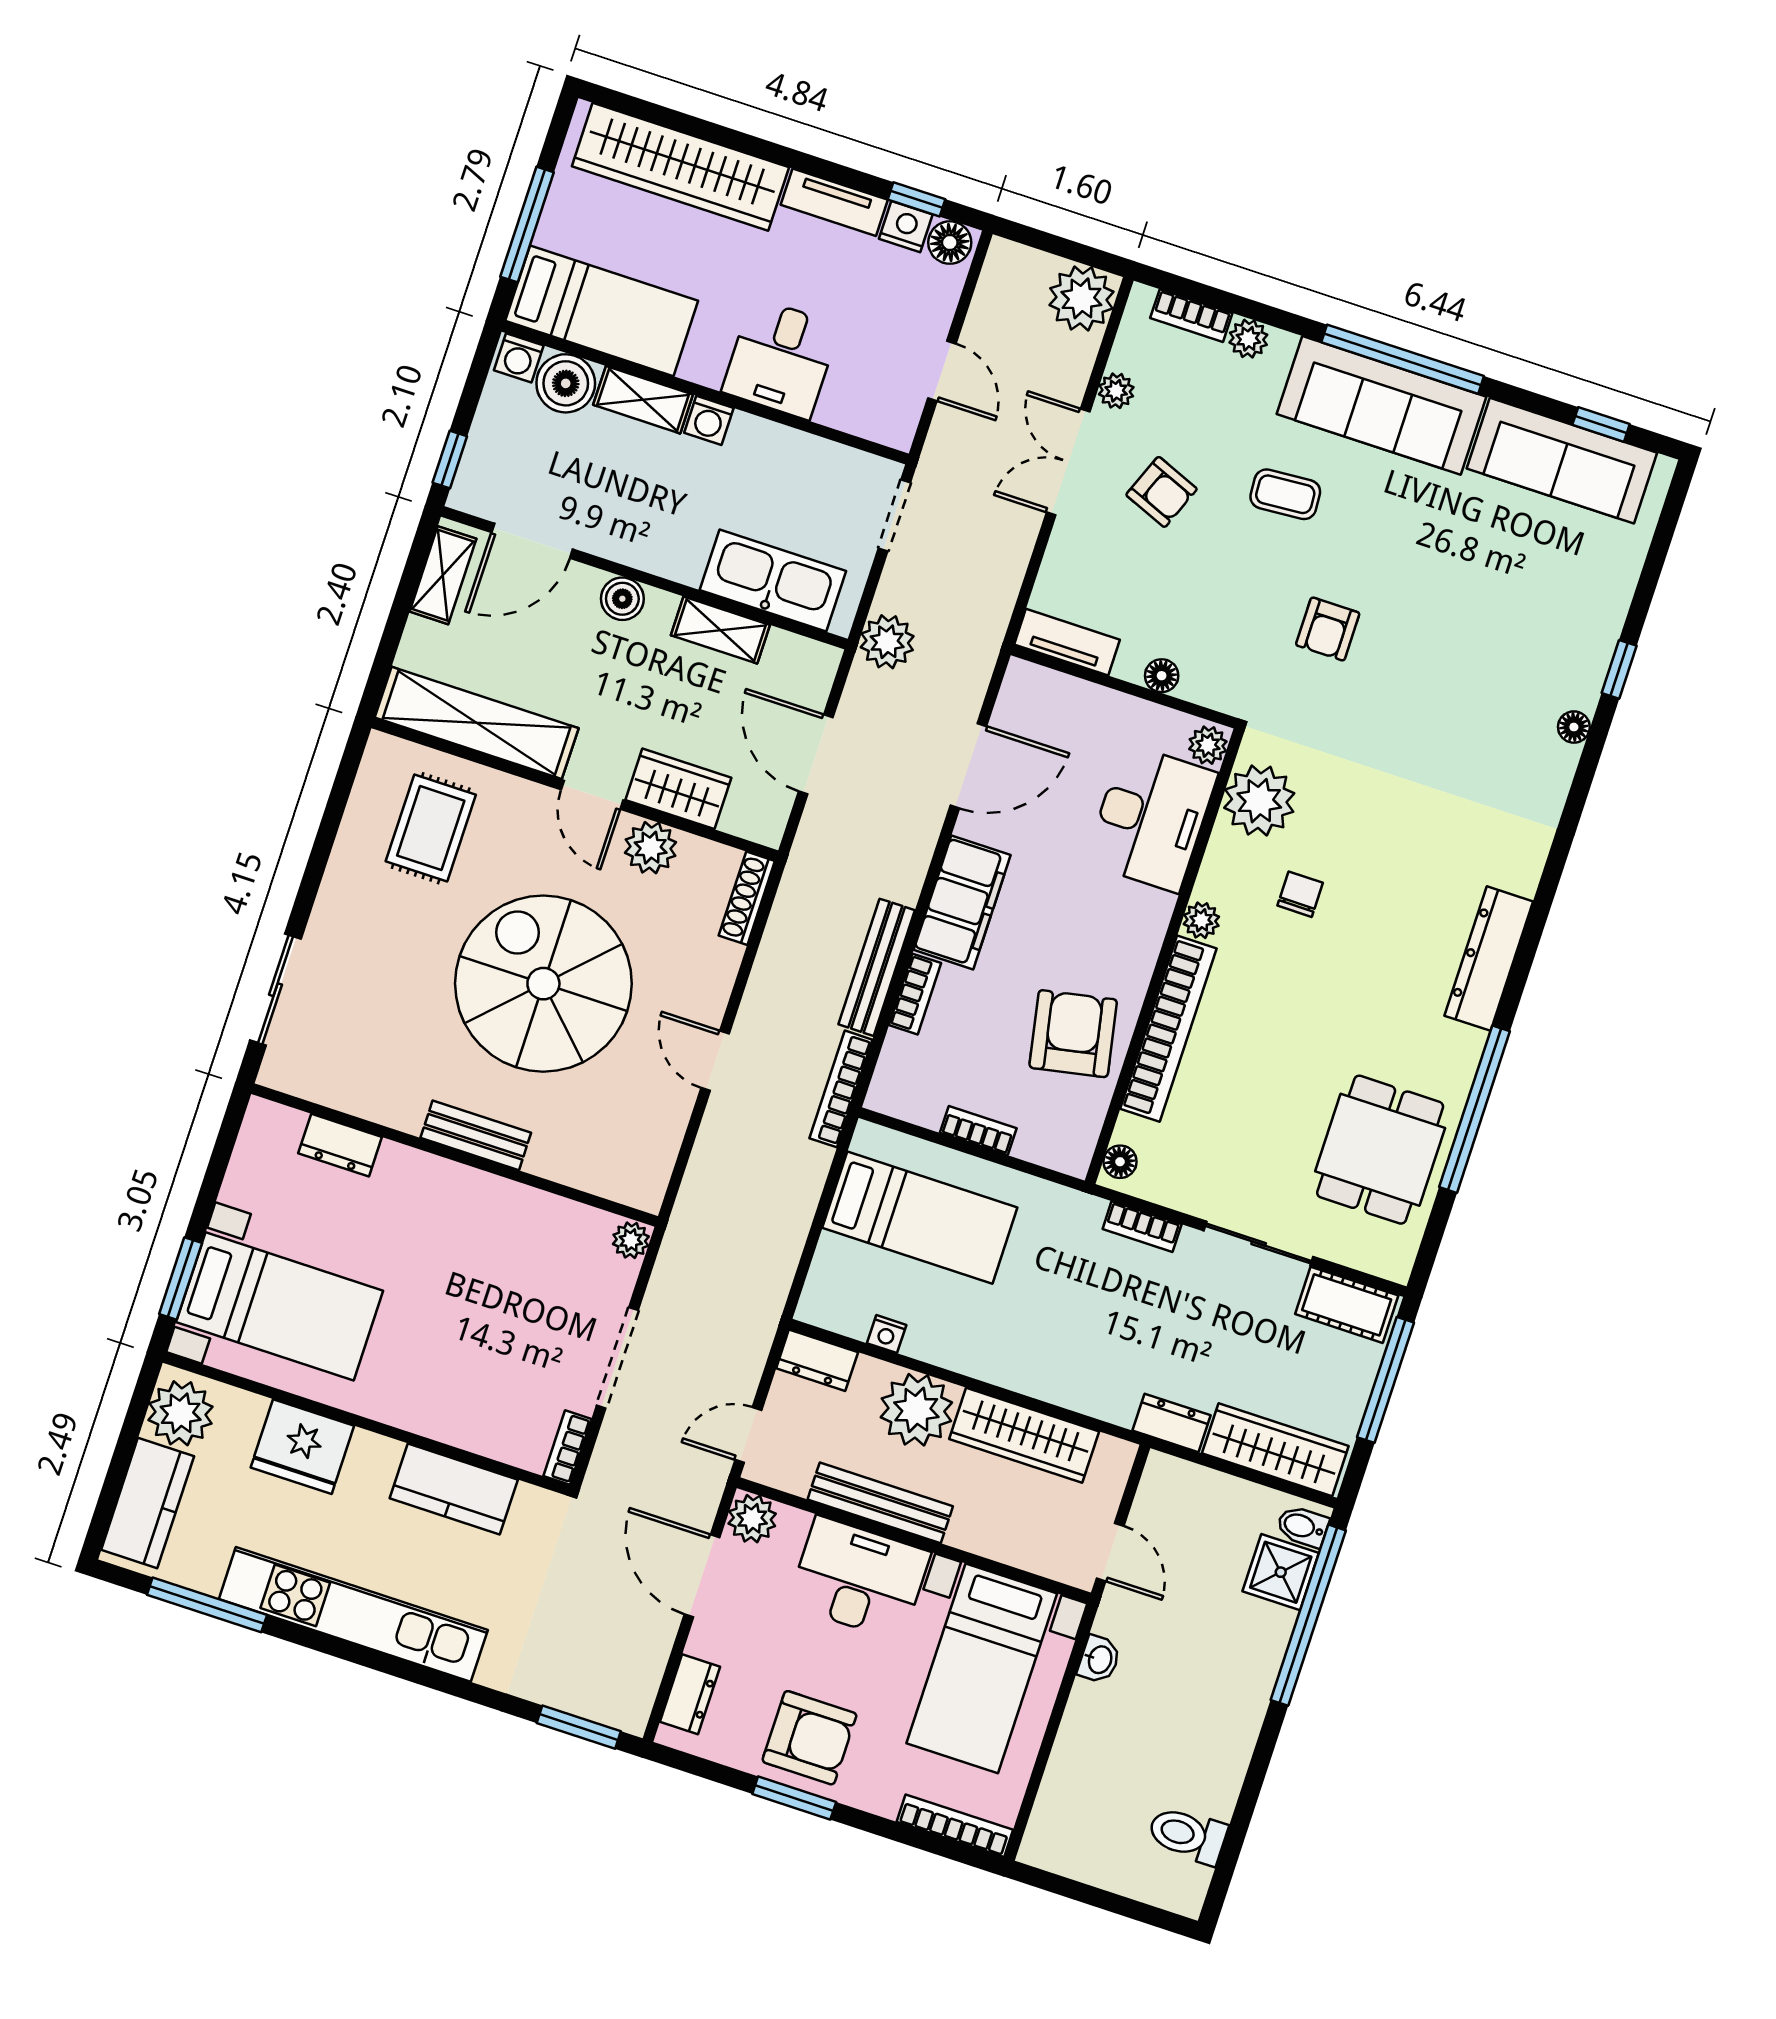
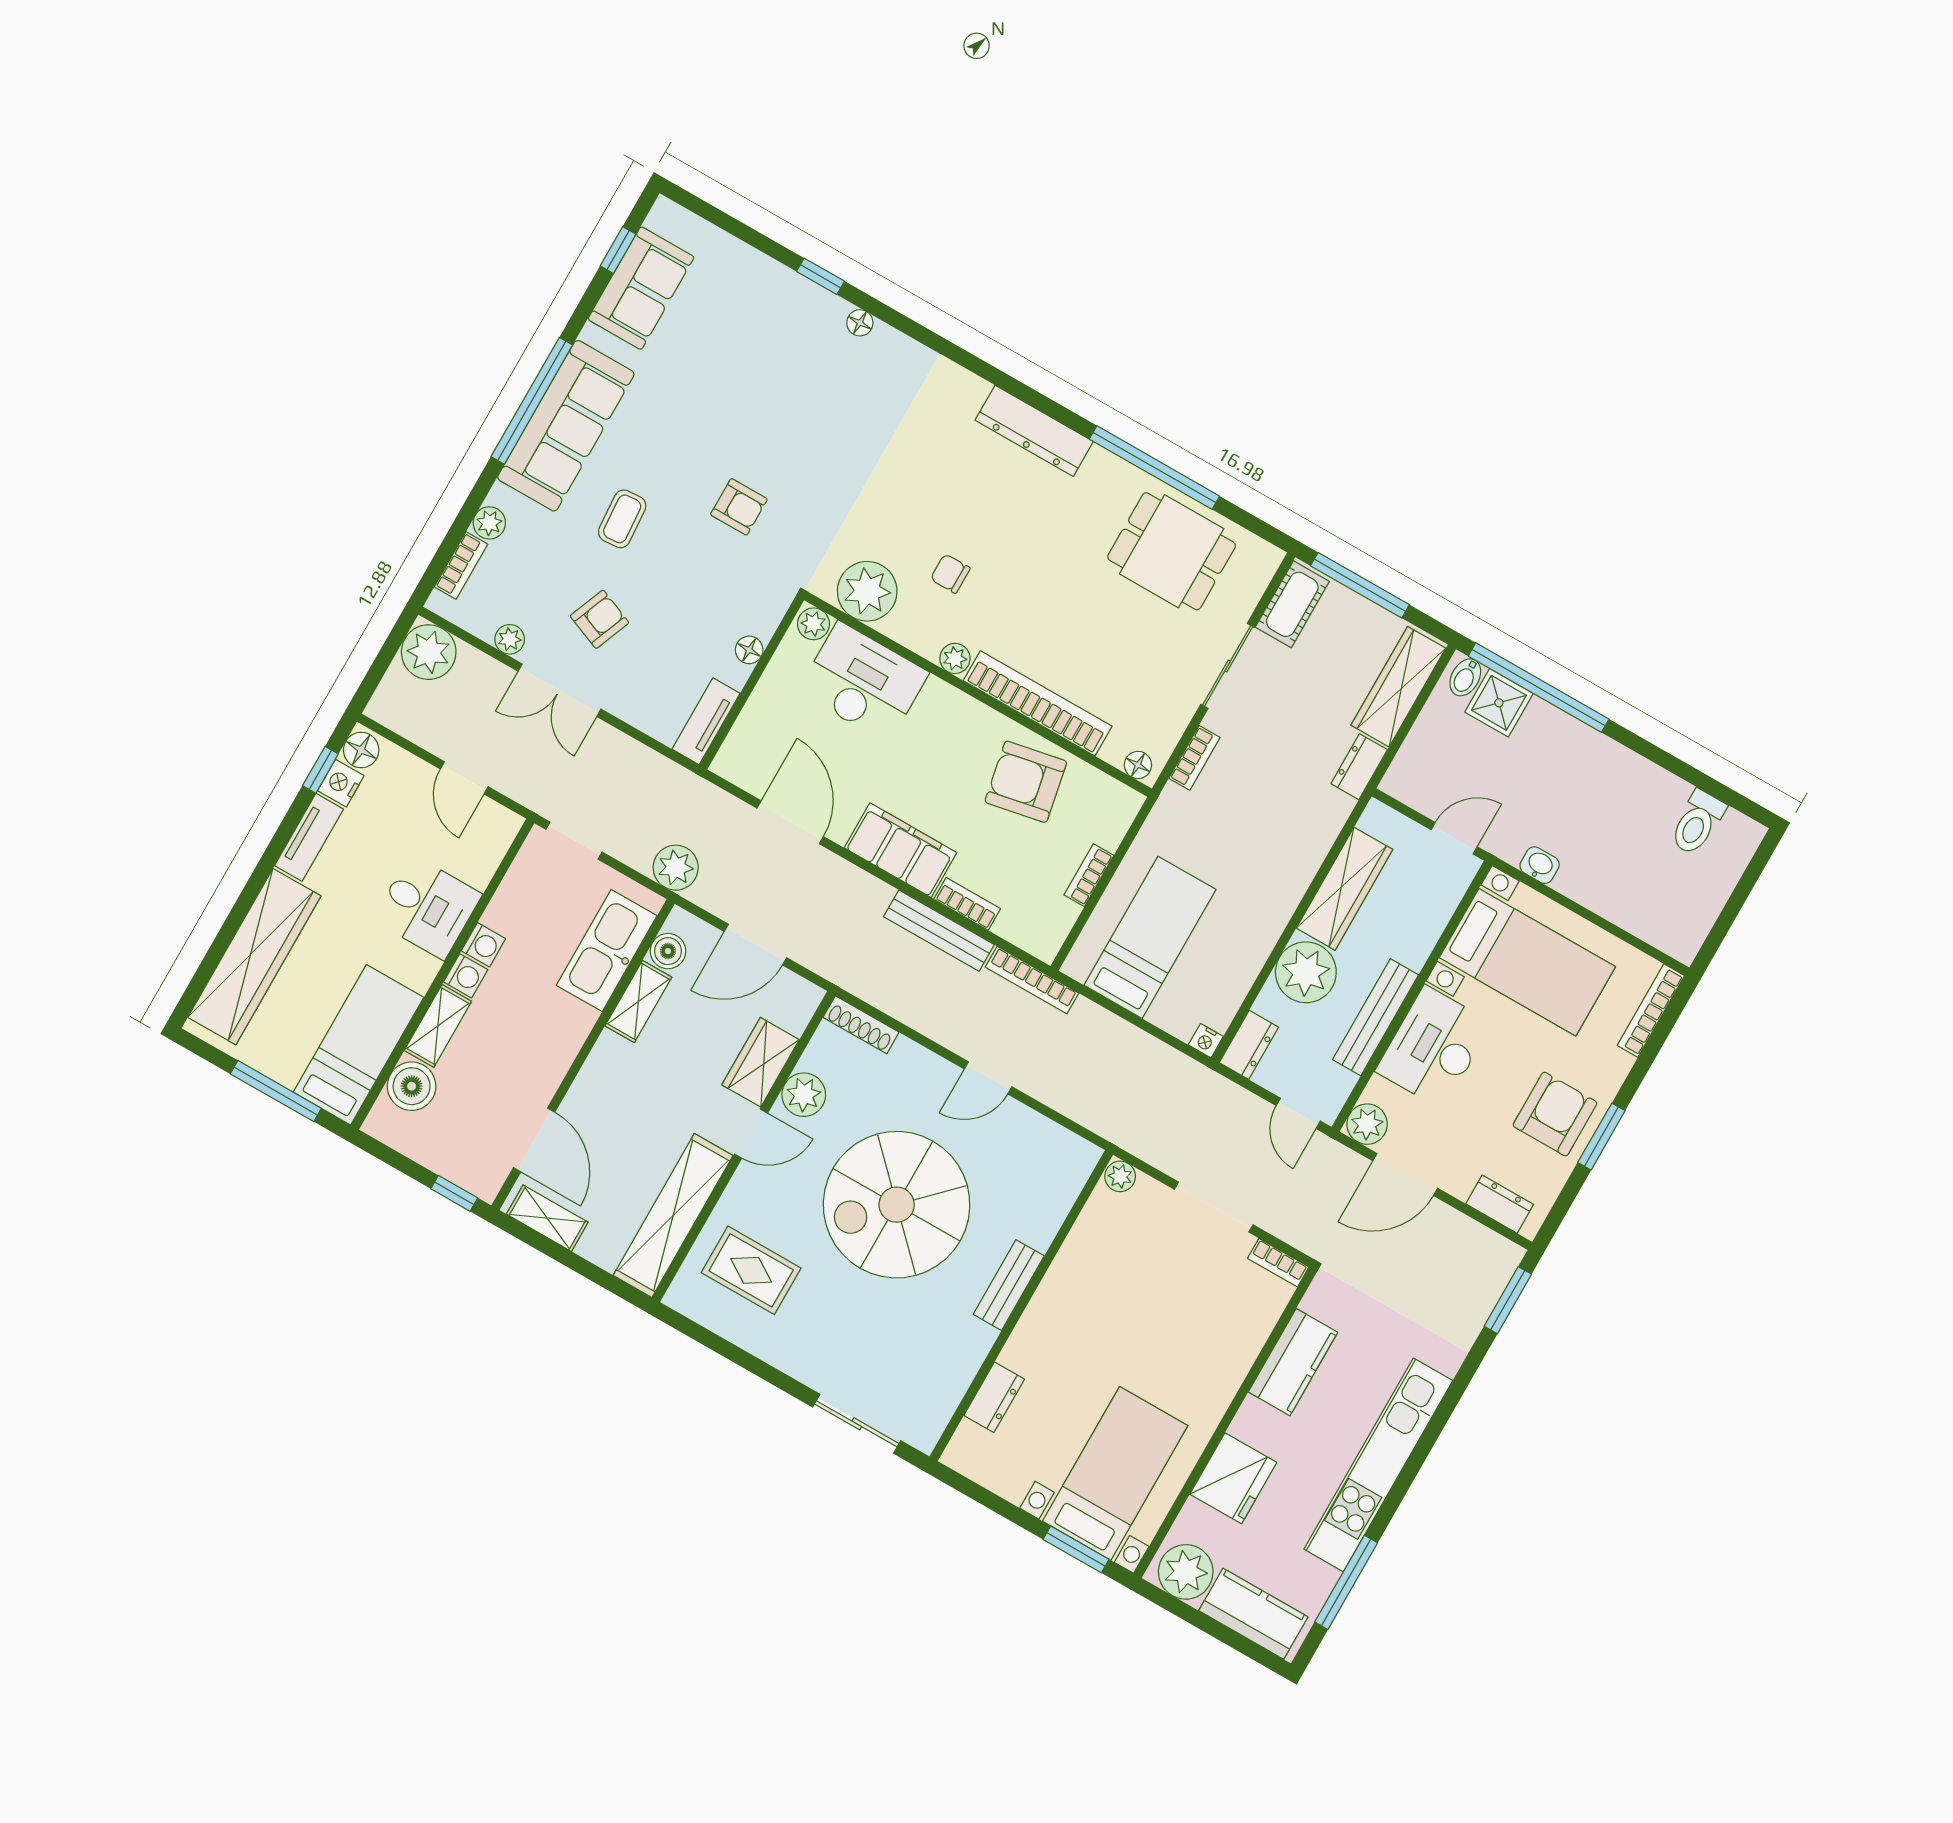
washing machine: (519, 358) -> (483, 945), moved
door: (942, 371) -> (464, 778), swing flipped
sofa: (1562, 461) -> (641, 288), width x0.73
boiler: (622, 599) -> (668, 951), moved
nightstand: (887, 1334) -> (1206, 1041), moved, turned 90

